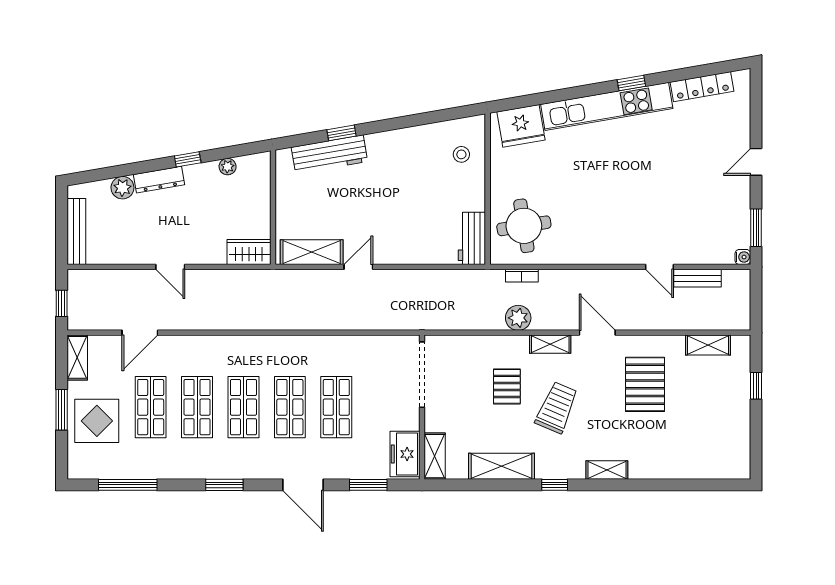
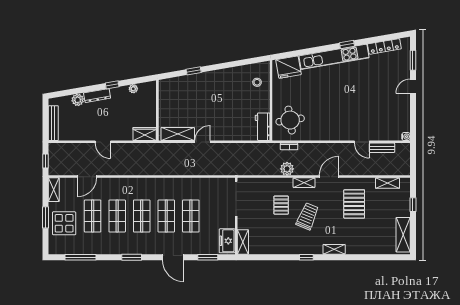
workbench: (329, 154) -> (187, 82), removed
window: (756, 228) -> (413, 60), moved
door: (597, 333) -> (329, 177), hinge flipped
shelving: (501, 466) -> (403, 235), moved, turned 90

